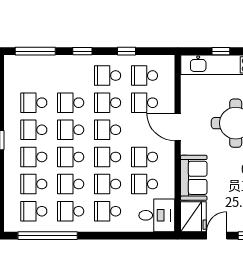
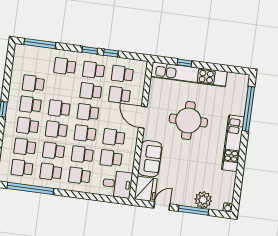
window: (82, 51) -> (90, 50), moved
school desk: (71, 103) -> (65, 66), moved

